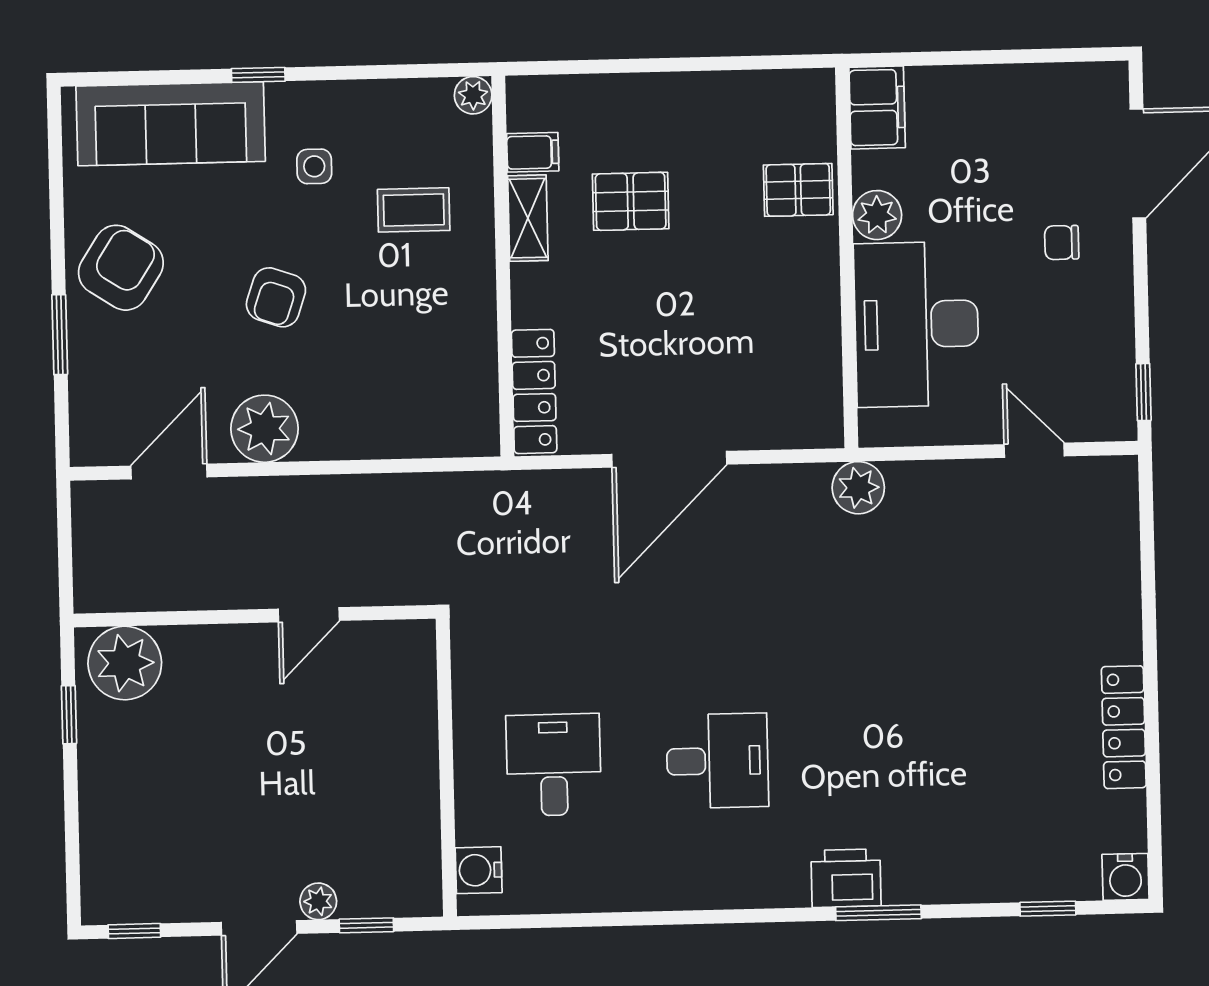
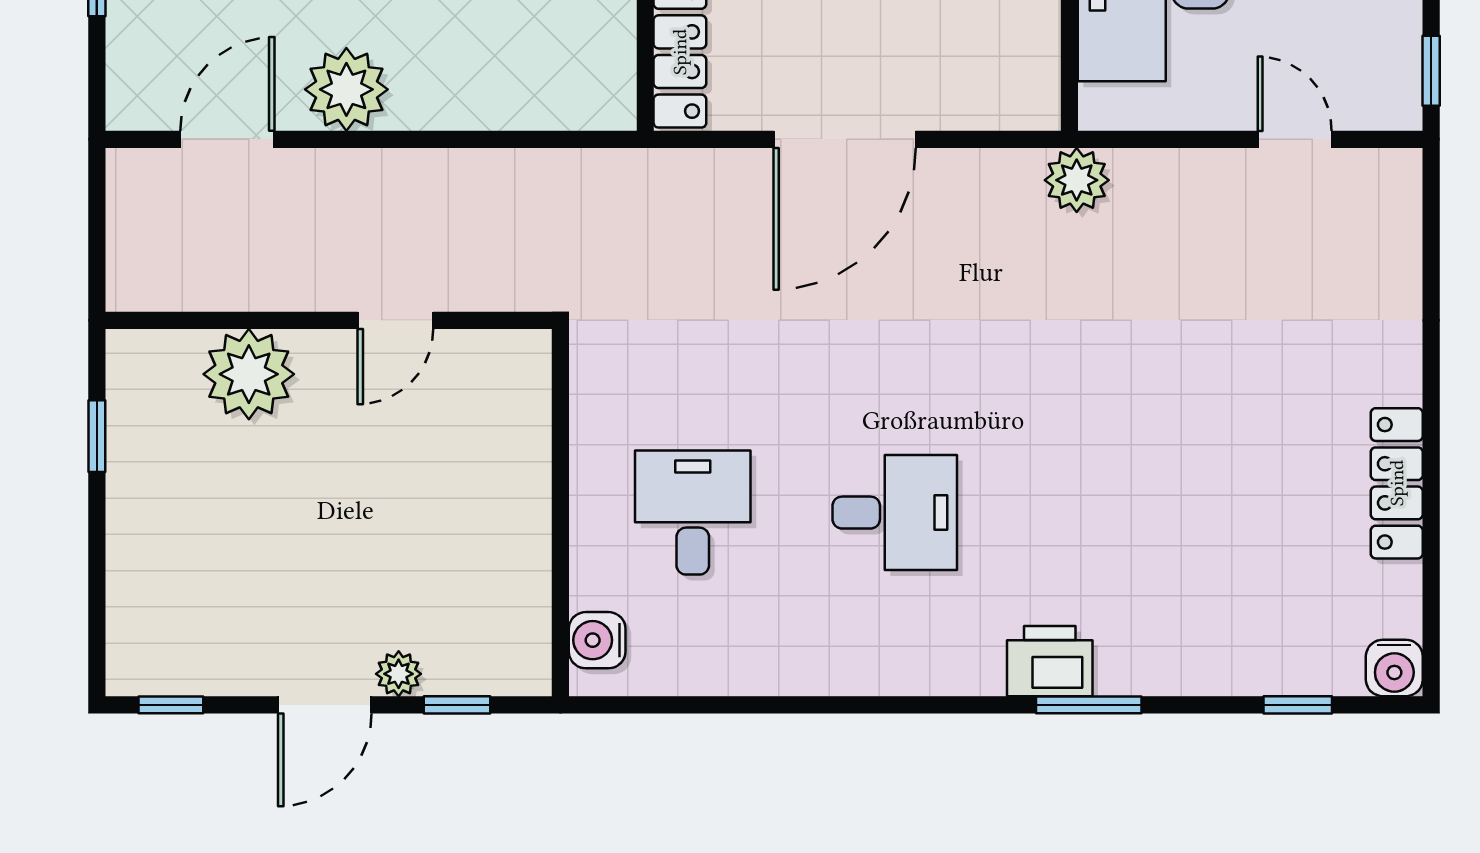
plant: (125, 663) -> (249, 374), moved

